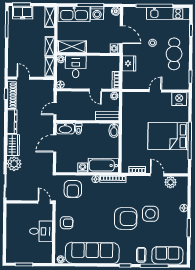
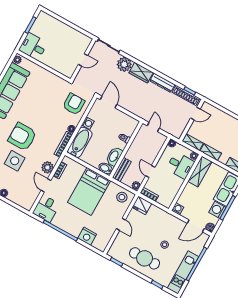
door: (121, 35) -> (196, 226), moved
fridge: (129, 63) -> (142, 205), moved
door: (95, 90) -> (150, 172), hinge flipped
nightstand: (179, 99) -> (87, 236), moved, turned 90
stool: (131, 103) -> (122, 197), added
washbasin: (65, 129) -> (114, 156), moved
bed: (168, 136) -> (89, 191), moved, turned 180
door: (55, 143) -> (108, 102), moved
desk: (177, 163) -> (46, 209), added
door: (157, 175) -> (46, 185), swing flipped
plant: (171, 182) -> (47, 167), moved
armchair: (73, 189) -> (74, 104), turned 90
door: (44, 202) -> (83, 60), moved
armchair: (126, 219) -> (22, 137), turned 90
armchair: (67, 223) -> (47, 83), removed
desk: (41, 231) -> (33, 46), moved, turned 90

